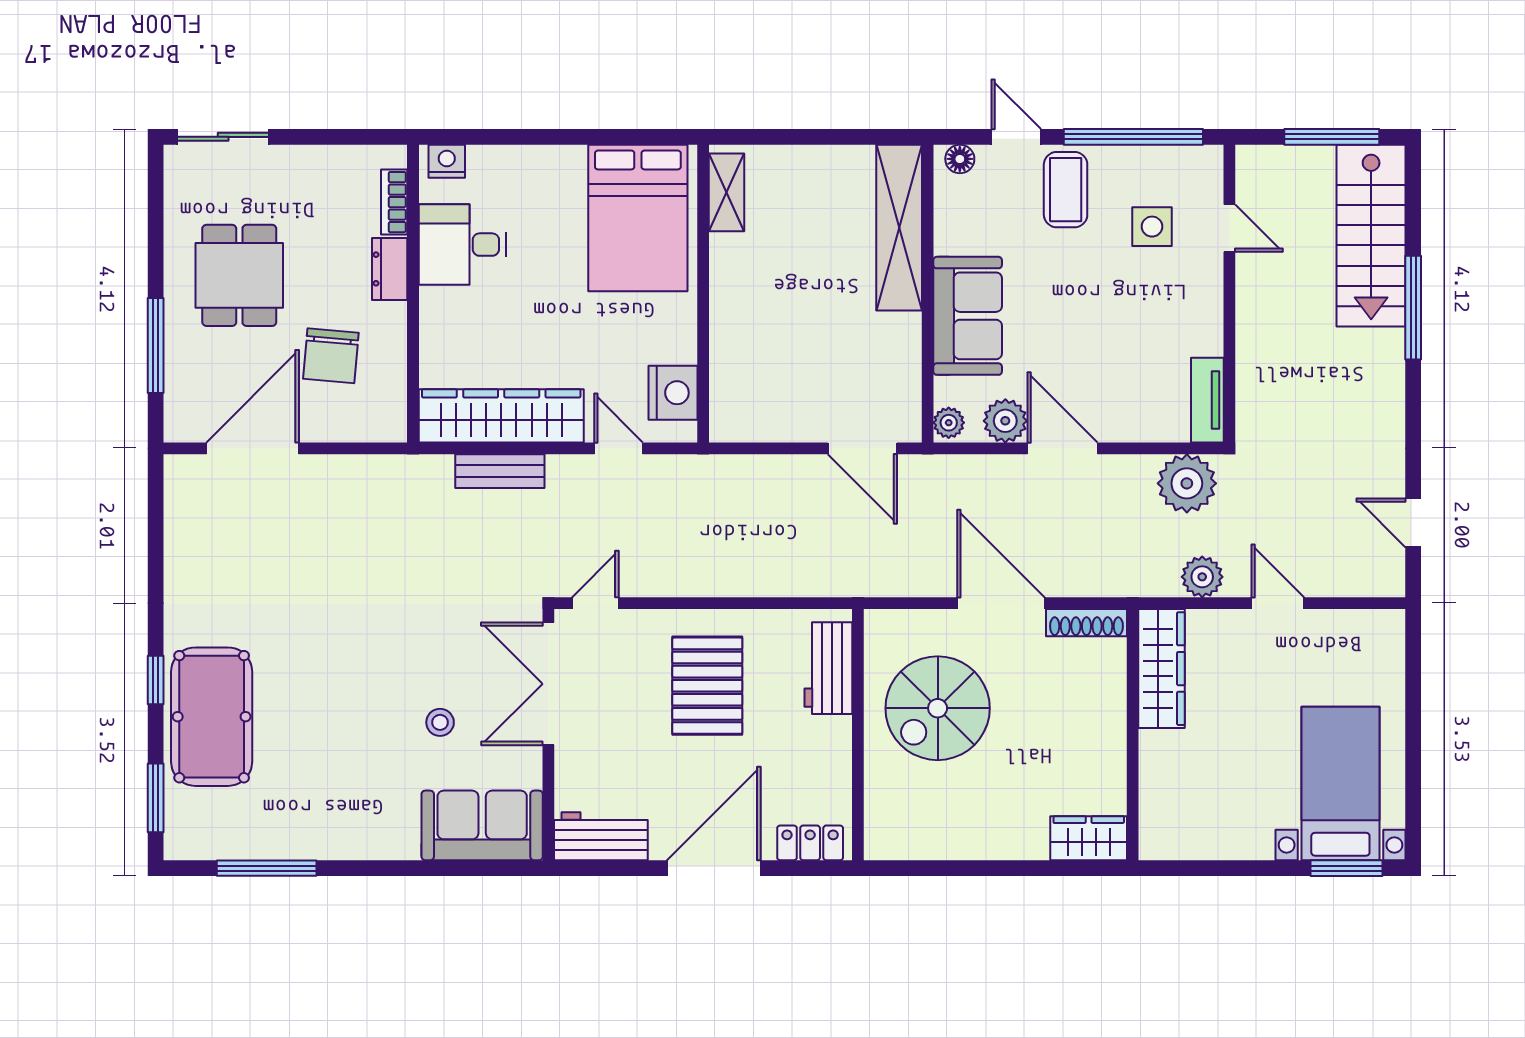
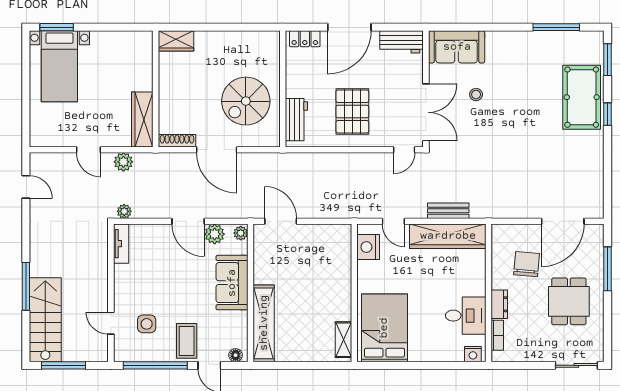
plant: (1187, 483) -> (124, 211), width x0.53, depth x0.53
spiral stairs: (938, 708) -> (246, 101), turned 180

